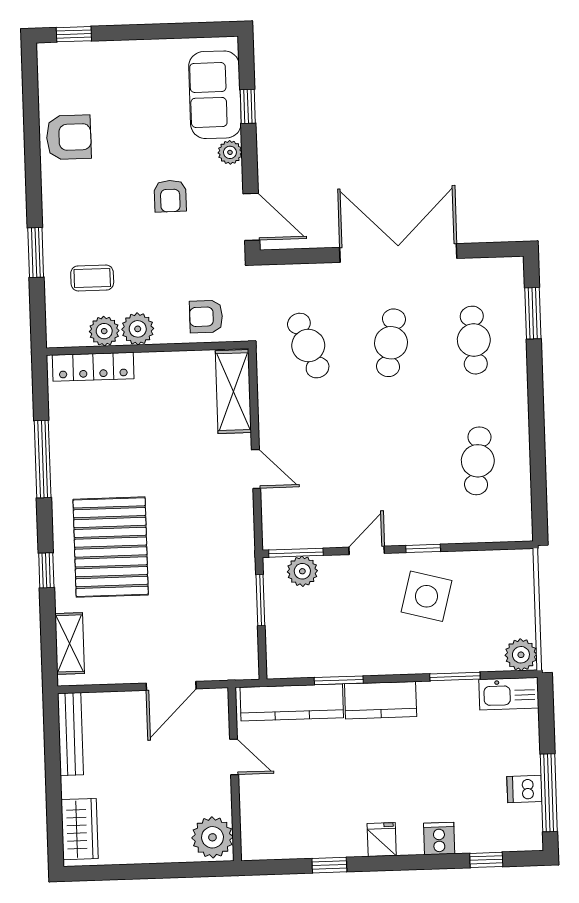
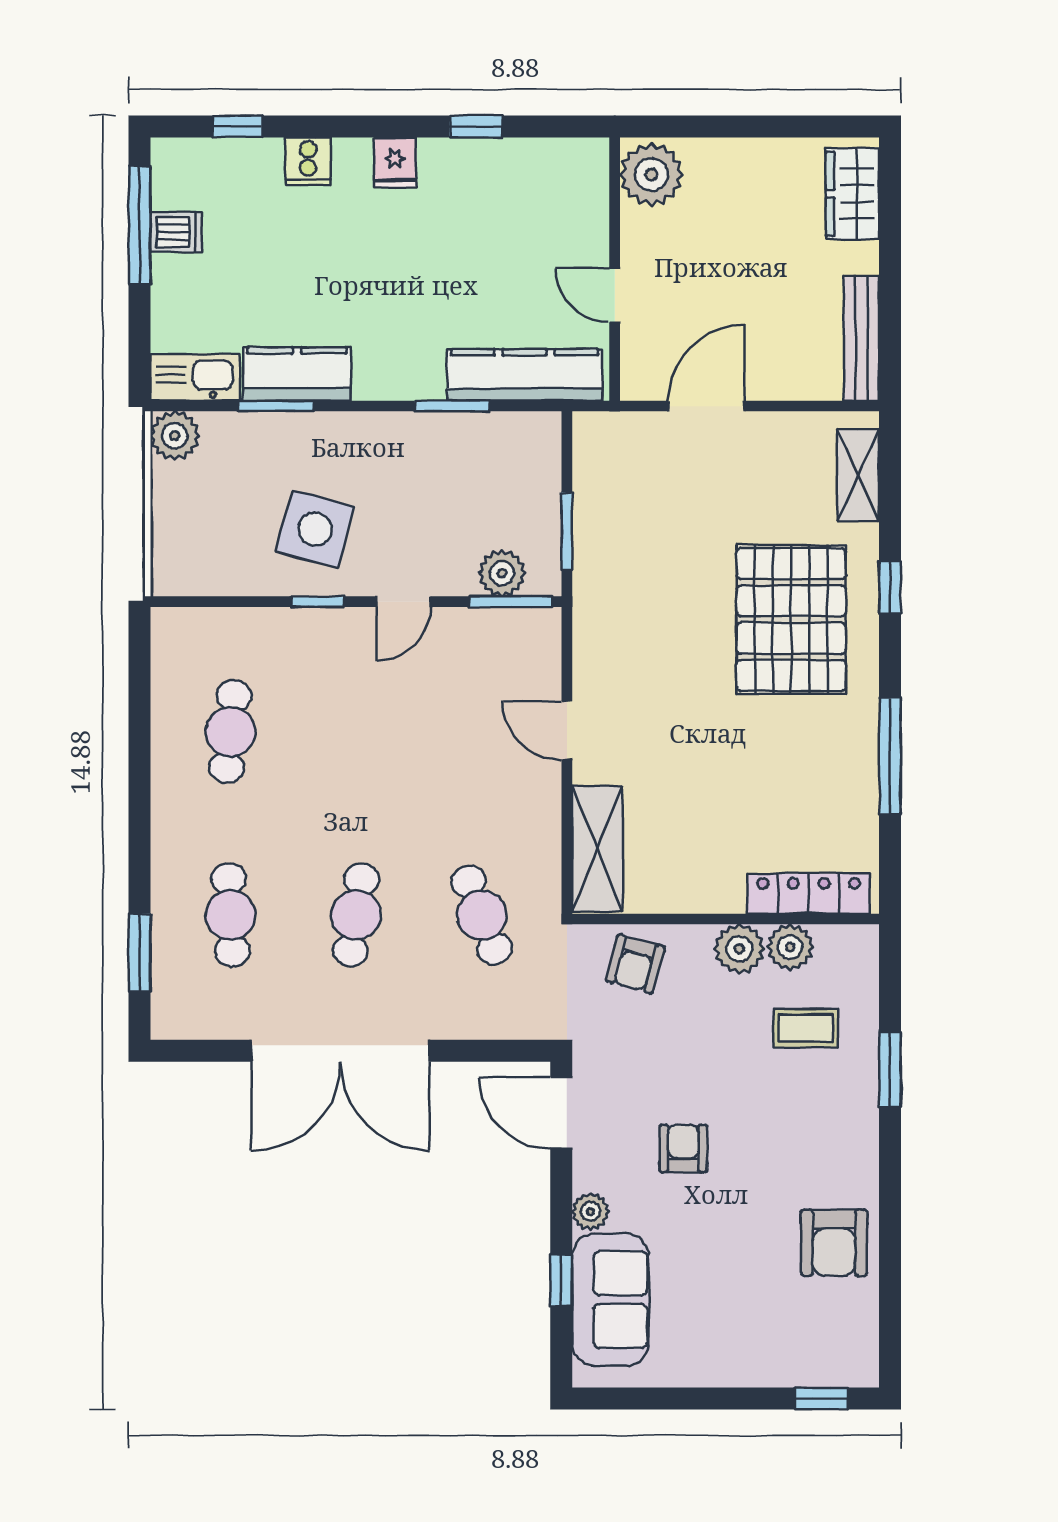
armchair: (69, 137) -> (834, 1243), turned -90
armchair: (206, 317) -> (635, 964), turned 105
kitchen counter: (381, 700) -> (297, 374), moved

